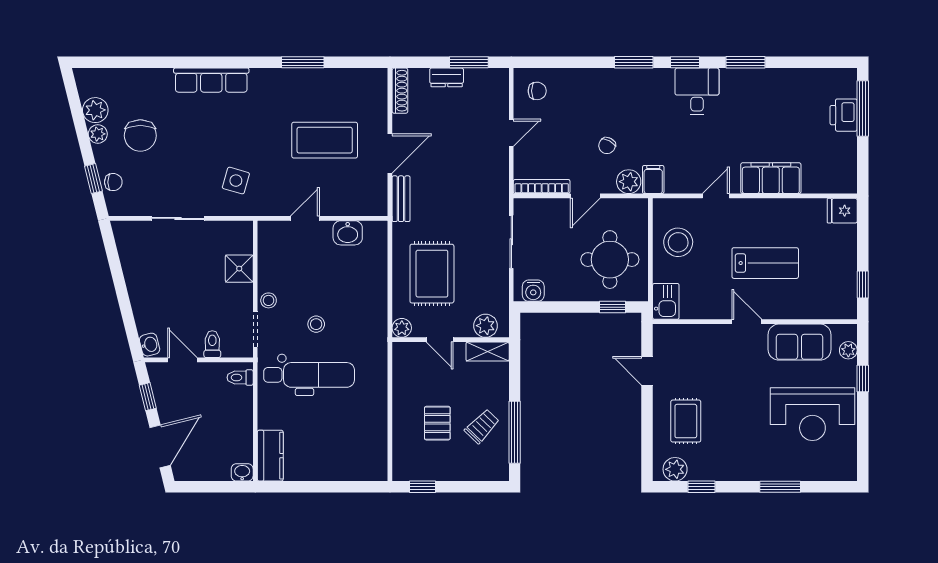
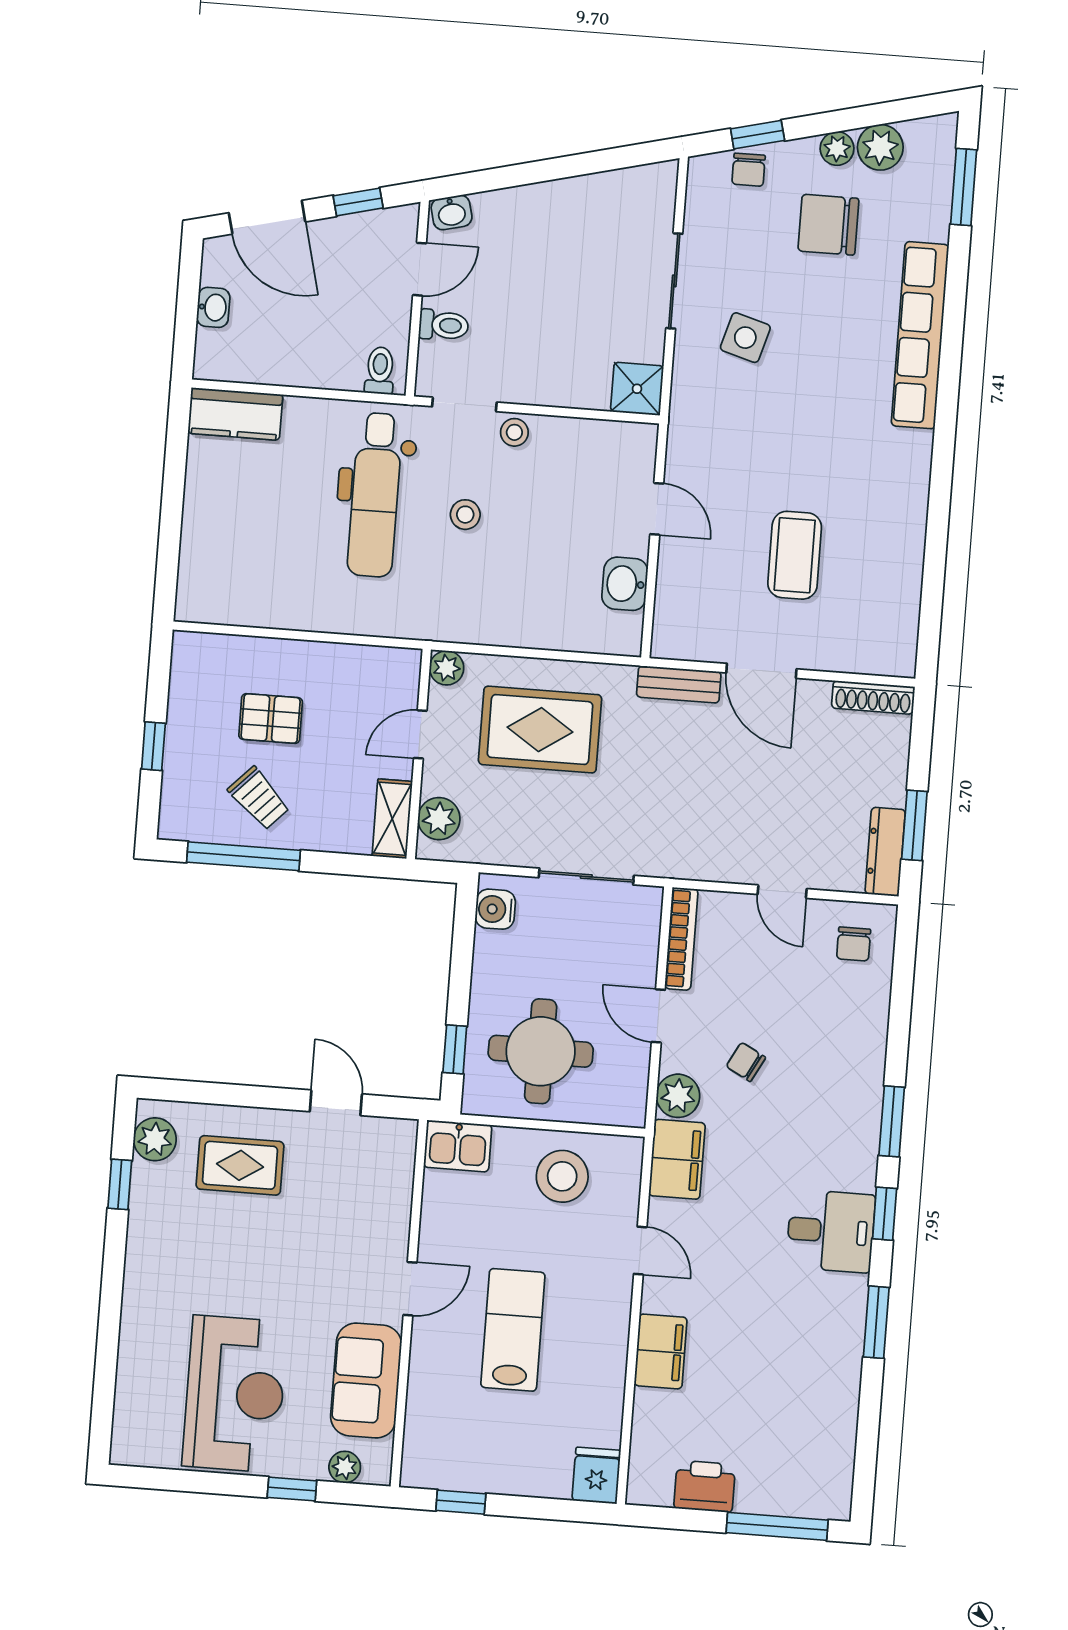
window: (303, 62) -> (964, 187), moved
dresser: (447, 77) -> (885, 852), moved, width x1.44
row of seats: (211, 80) -> (920, 335), width x1.36
printer: (844, 115) -> (705, 1486), moved
coffee table: (325, 140) -> (795, 555), width x0.73, depth x0.76
filing cabinet: (771, 178) -> (661, 1351), width x0.67, depth x0.86
filing cabinet: (653, 180) -> (677, 1159), width x2.00
side table: (236, 181) -> (745, 338), moved
lab bench: (765, 263) -> (513, 1330), turned 180
shower: (239, 269) -> (637, 389), moved
door: (647, 371) -> (336, 1103), hinge flipped
reception desk: (812, 414) -> (235, 1394), turned 180
washbasin: (242, 472) -> (213, 307), moved
window: (423, 487) -> (153, 746), moved
window: (780, 487) -> (109, 1326), removed

